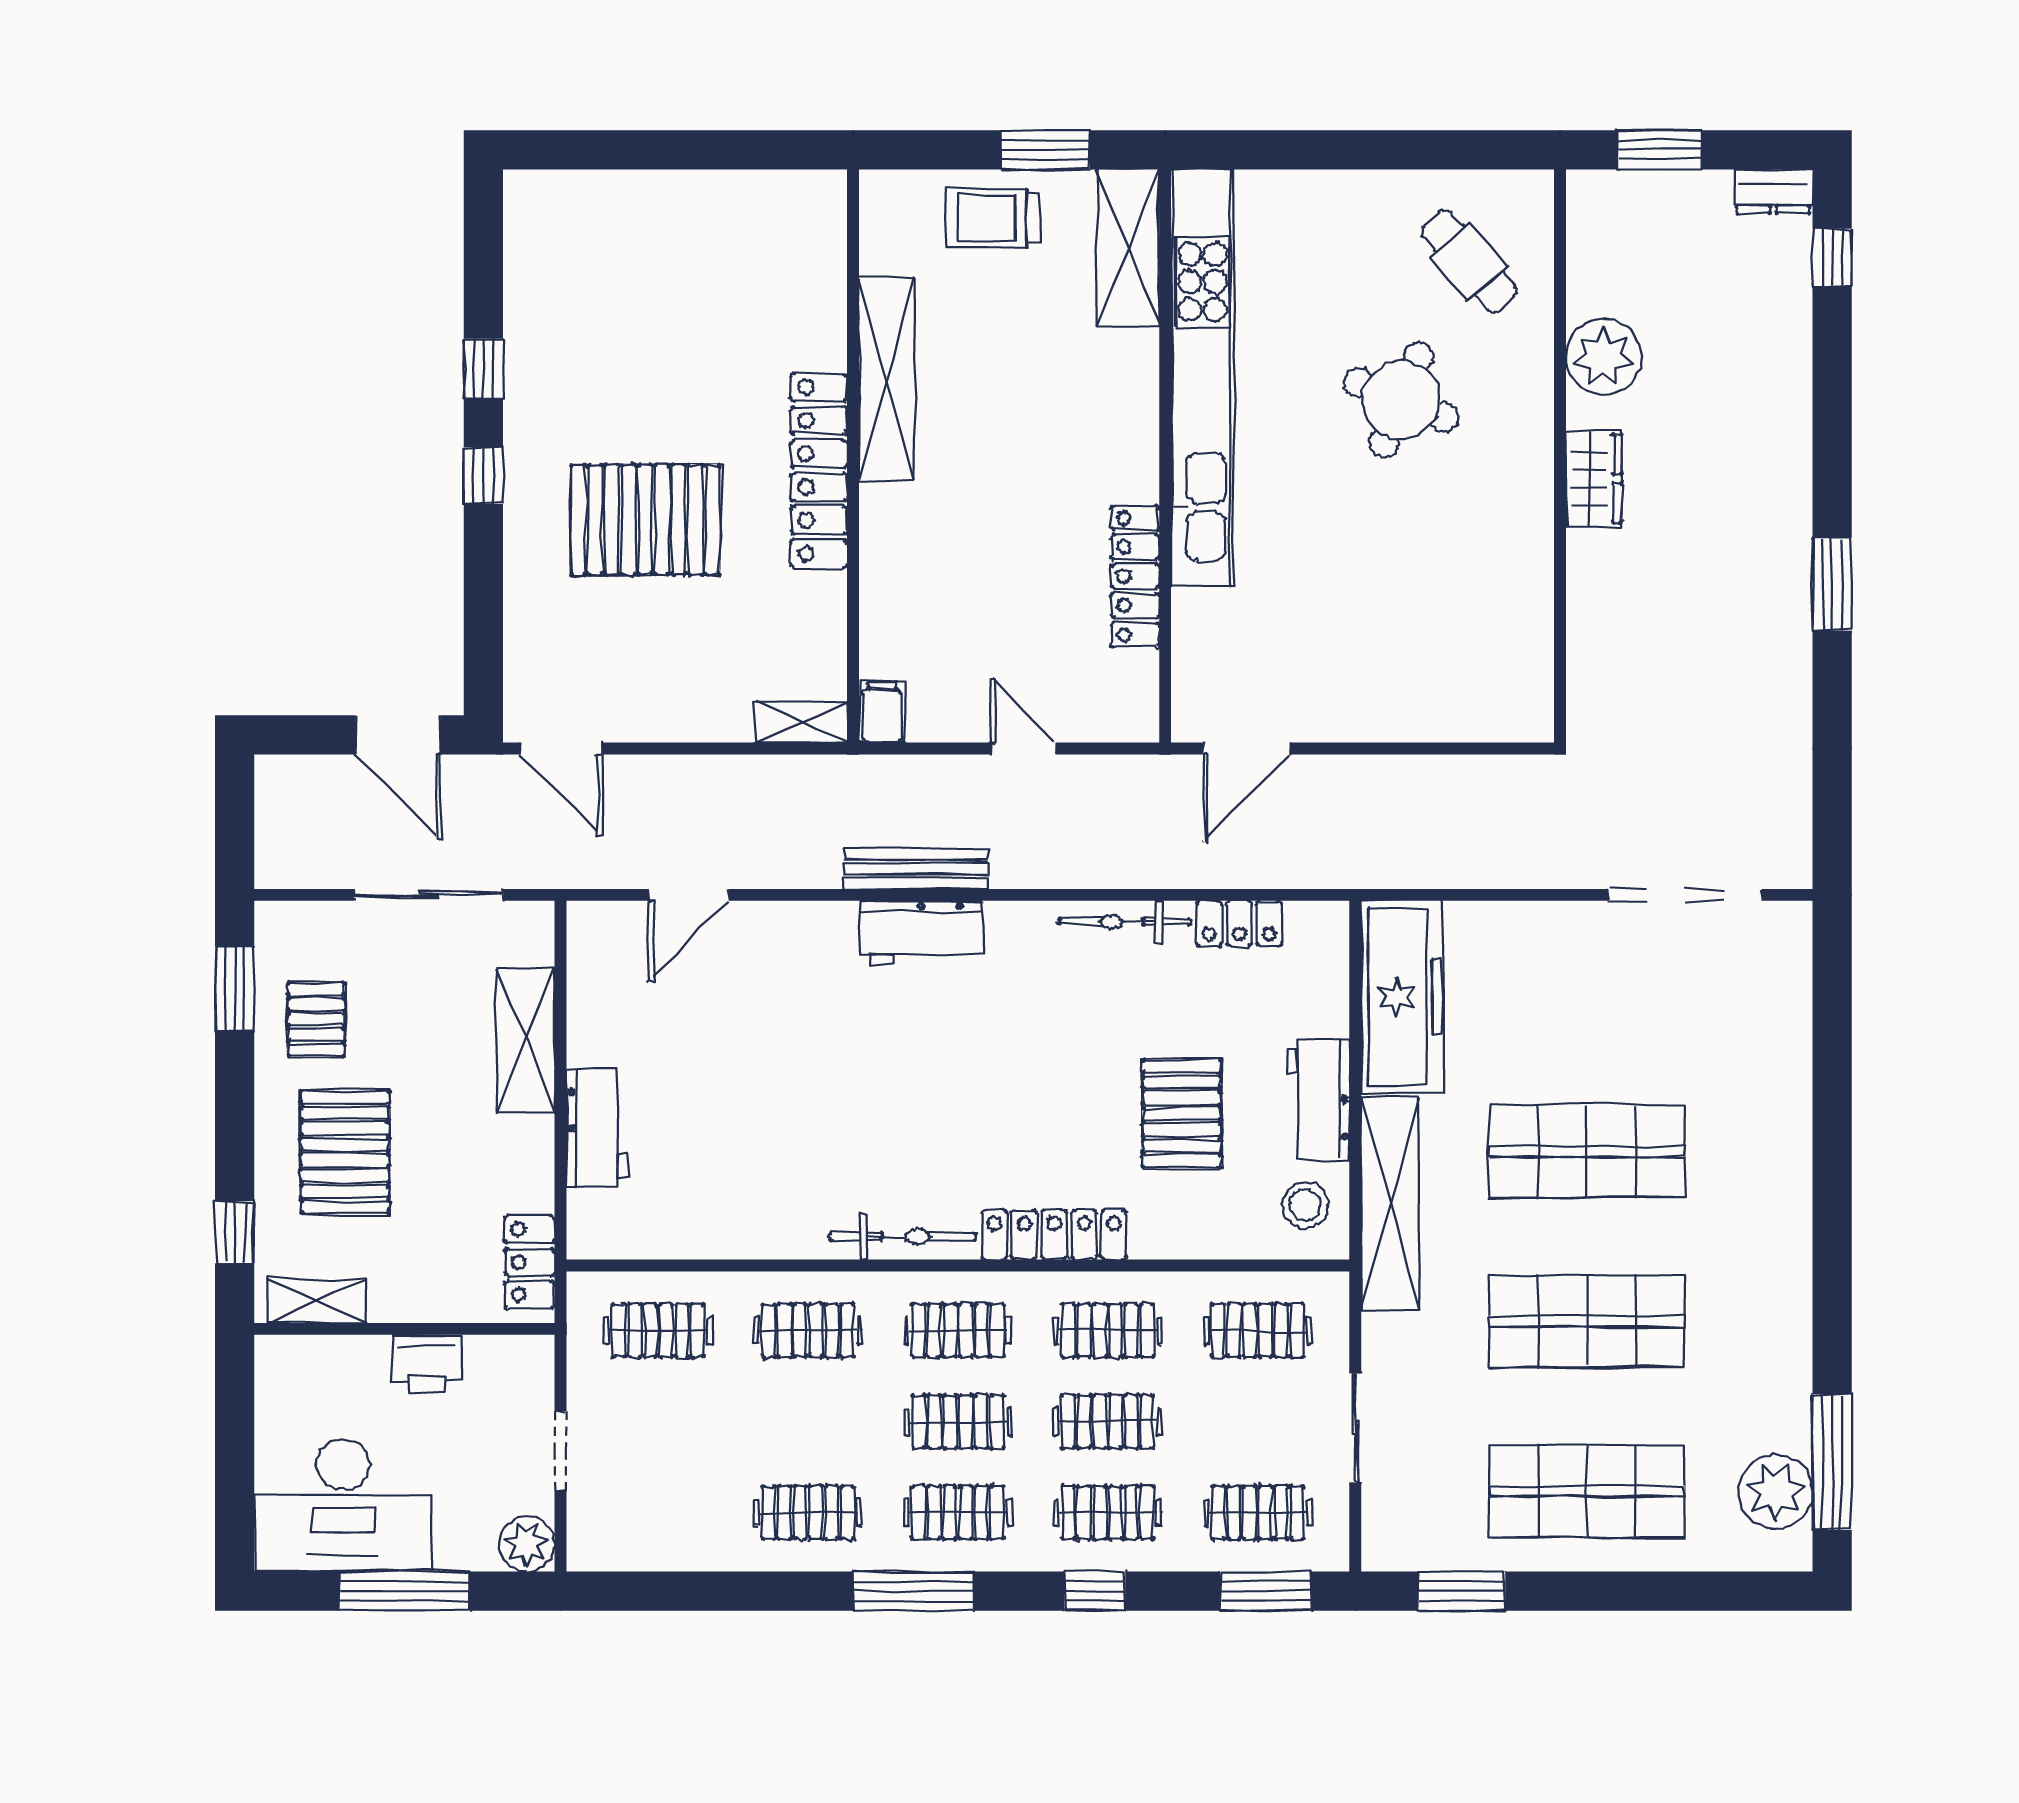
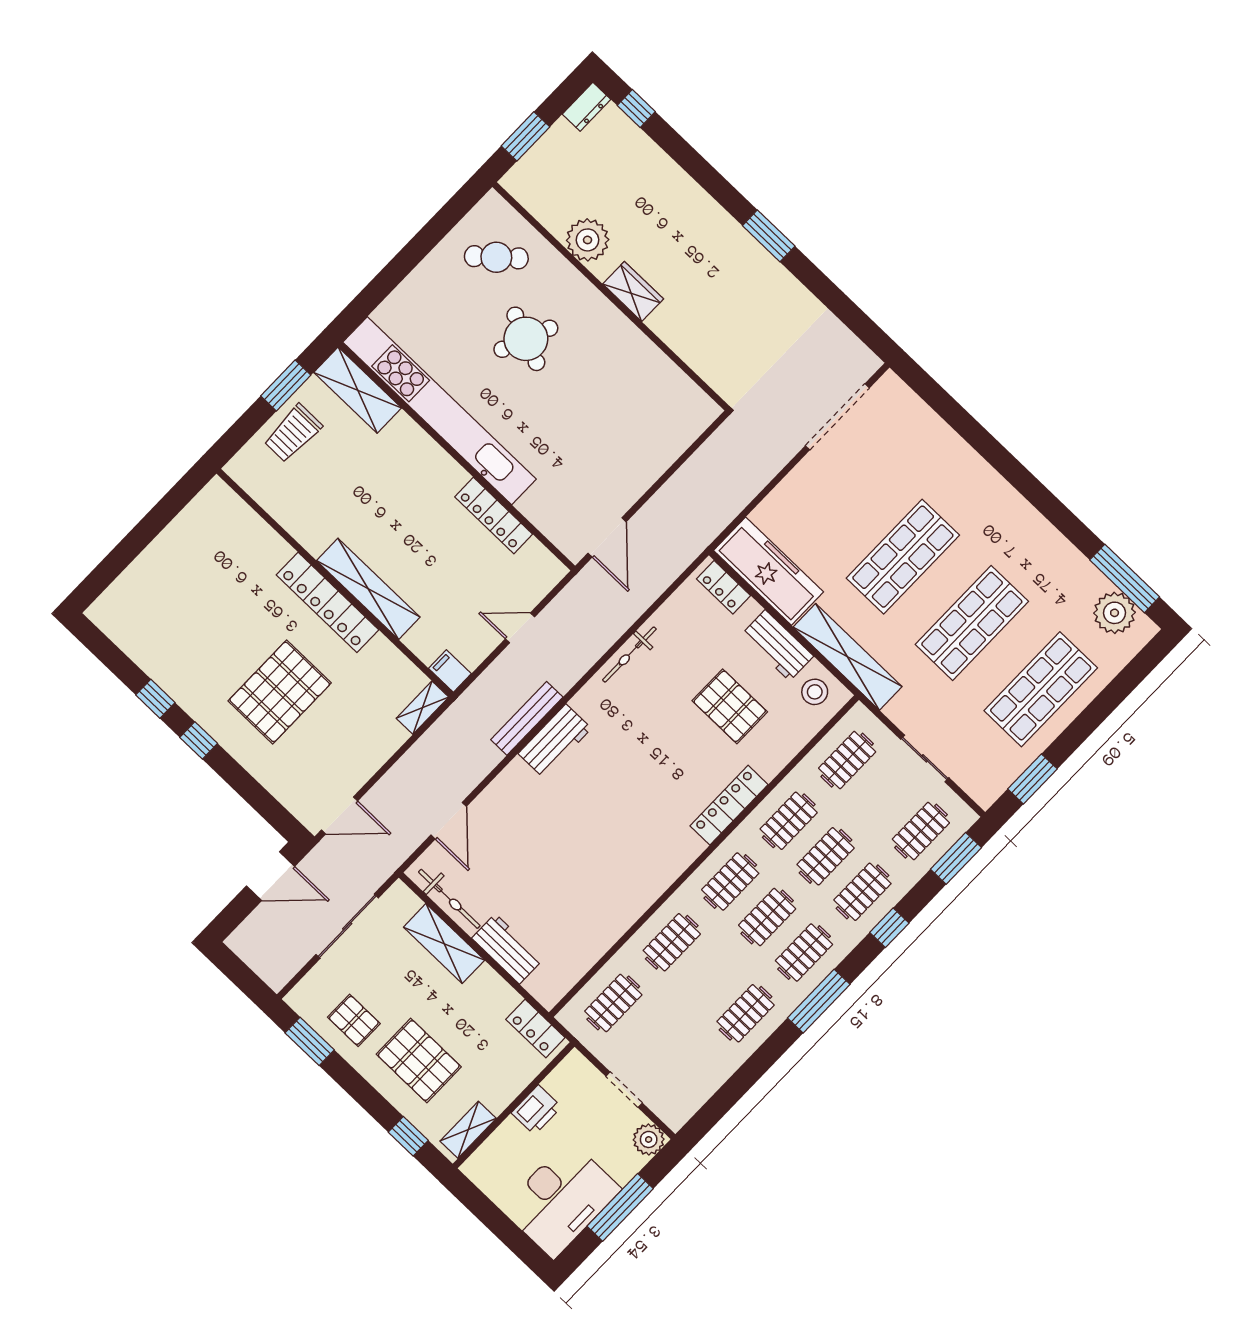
shelving: (887, 379) -> (368, 589), moved
locker: (1239, 923) -> (724, 587), moved, turned 90
bicycle: (903, 1237) -> (449, 899), moved, turned 90

